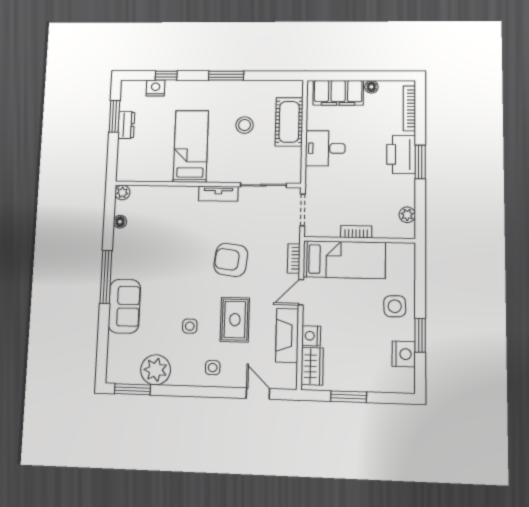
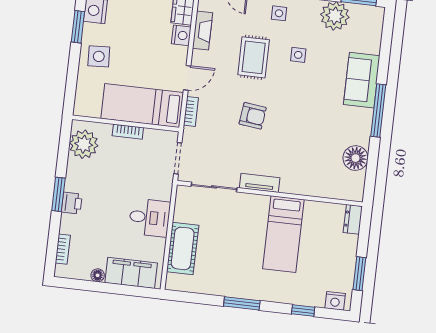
nightstand: (156, 88) -> (335, 301), moved
bookcase: (409, 108) -> (63, 249), width x0.64
dresser: (126, 125) -> (353, 219), moved
stool: (245, 125) -> (228, 250), removed
printer: (401, 155) -> (72, 203), width x0.53, depth x0.68
plant: (122, 192) -> (356, 194), removed
plant: (407, 215) -> (84, 144), width x1.88, depth x1.88
floor lamp: (120, 222) -> (355, 158), width x1.89, depth x1.89
armchair: (231, 260) -> (253, 116), width x0.72, depth x0.72
fireplace: (287, 335) -> (203, 30), width x0.73, depth x0.76

